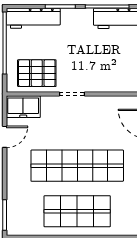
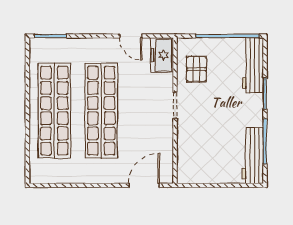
pallet: (37, 73) -> (196, 69), width x0.67, depth x0.71
shop shelf: (77, 211) -> (54, 111), width x1.40

